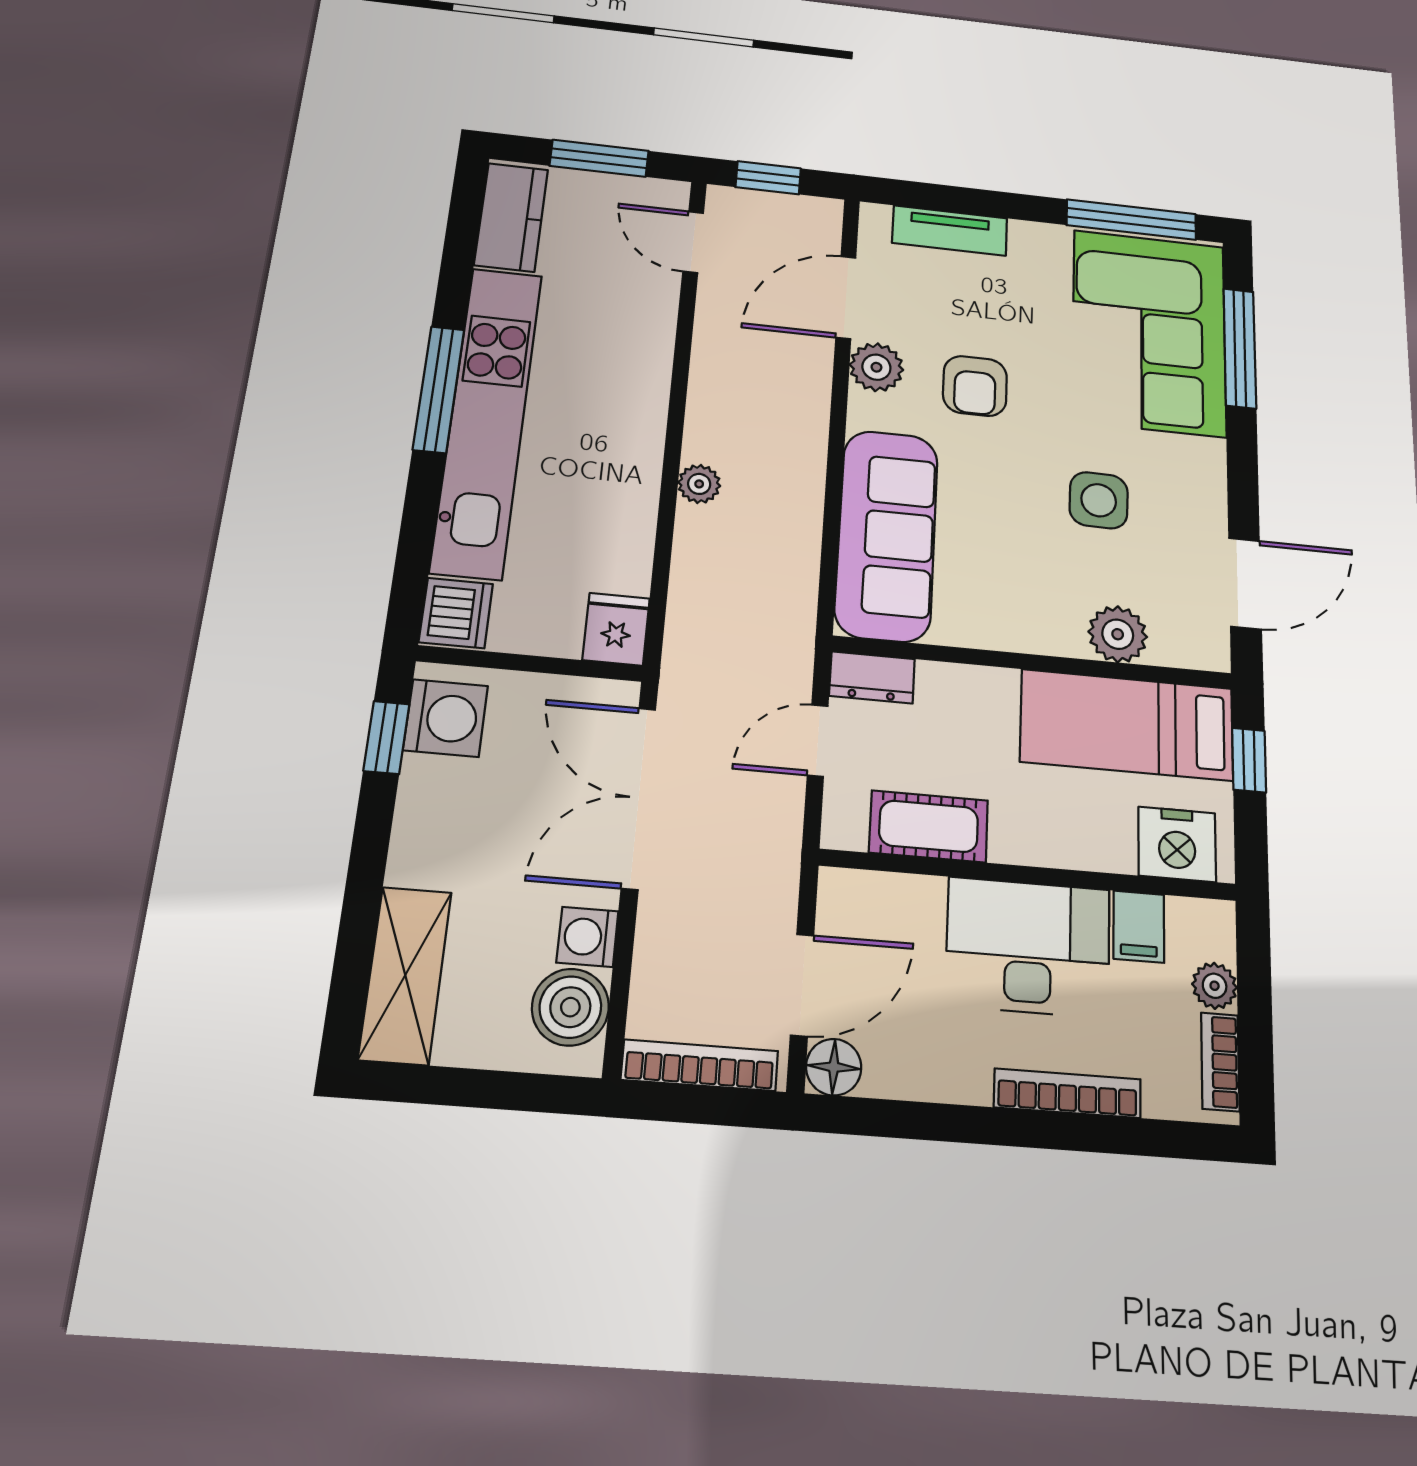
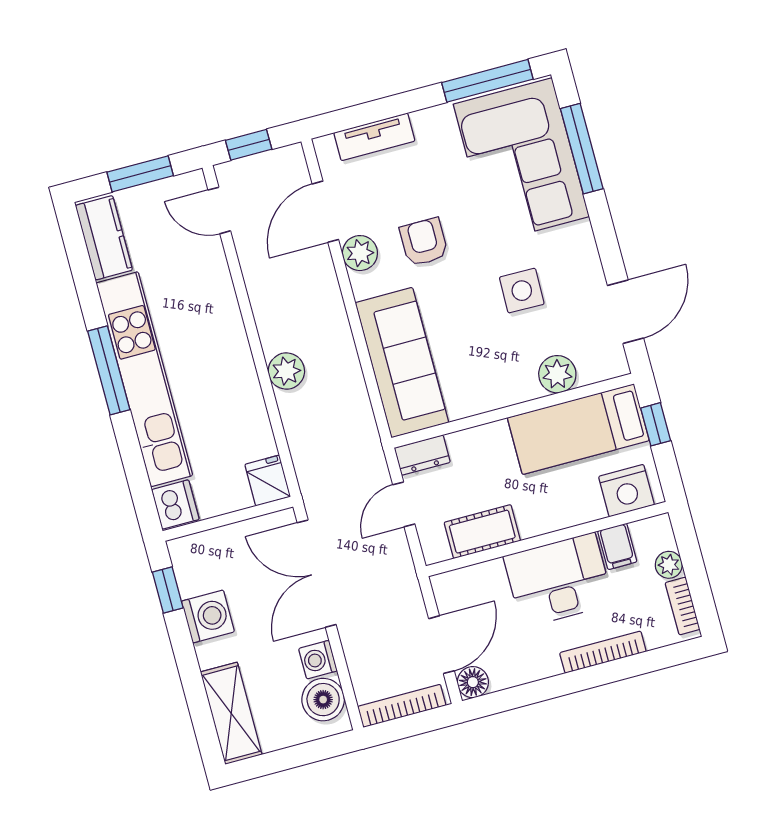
armchair: (975, 386) -> (424, 242), turned 180
plant: (699, 484) -> (286, 371), width x1.38, depth x1.38
washing machine: (446, 718) -> (208, 616), moved

